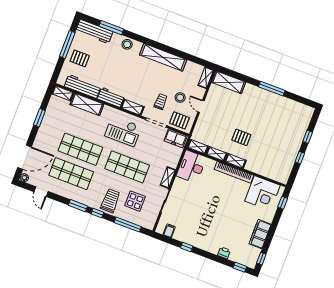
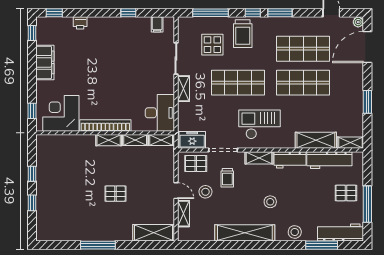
stool: (136, 73) -> (270, 202), added
shelving: (206, 78) -> (183, 214), moved
pallet: (241, 137) -> (115, 194), moved

